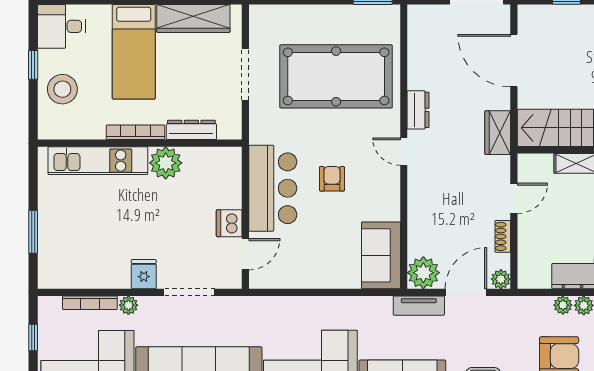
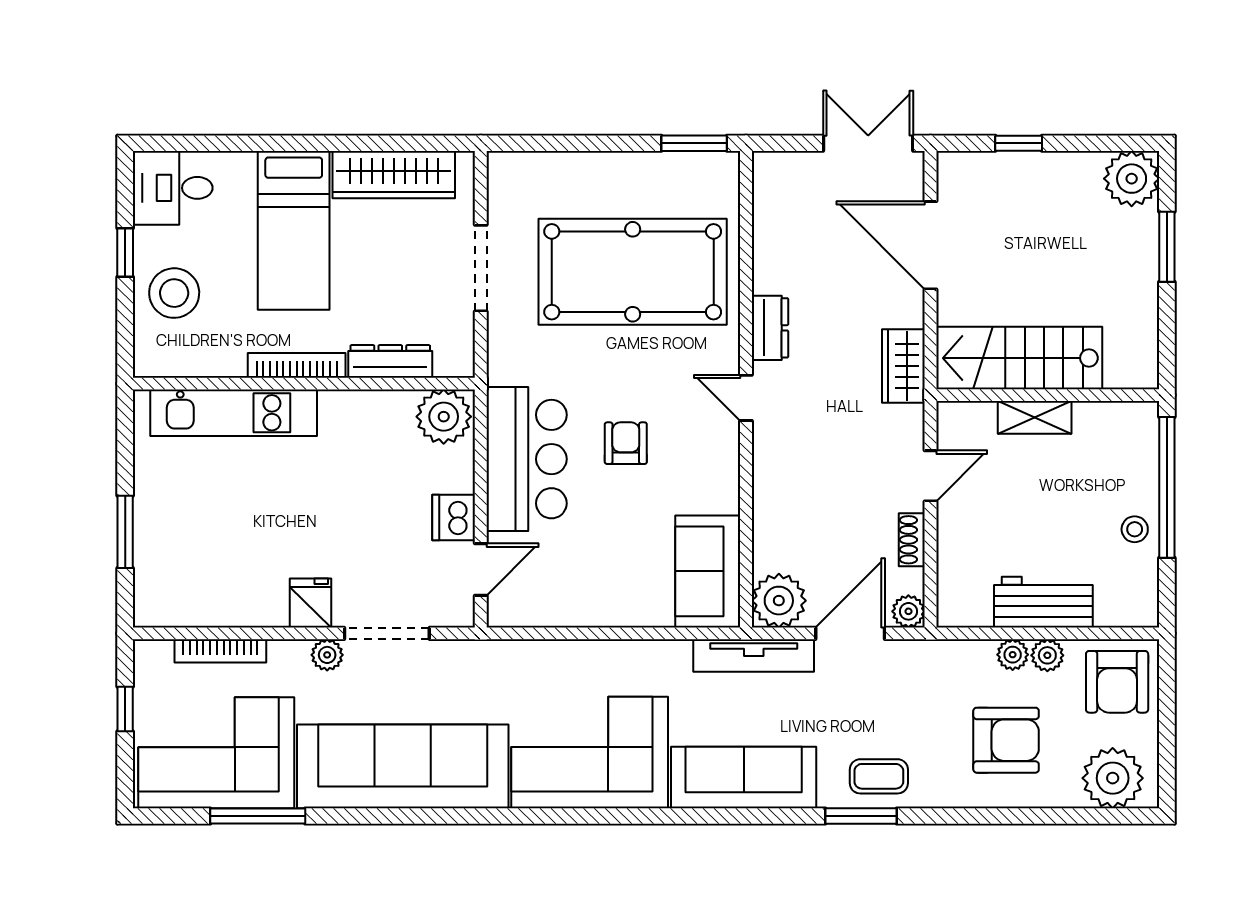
plant: (166, 163) -> (444, 417), moved
plant: (128, 305) -> (327, 655), moved
tv unit: (419, 306) -> (754, 655), width x1.41

